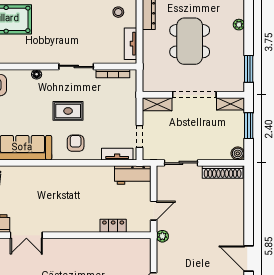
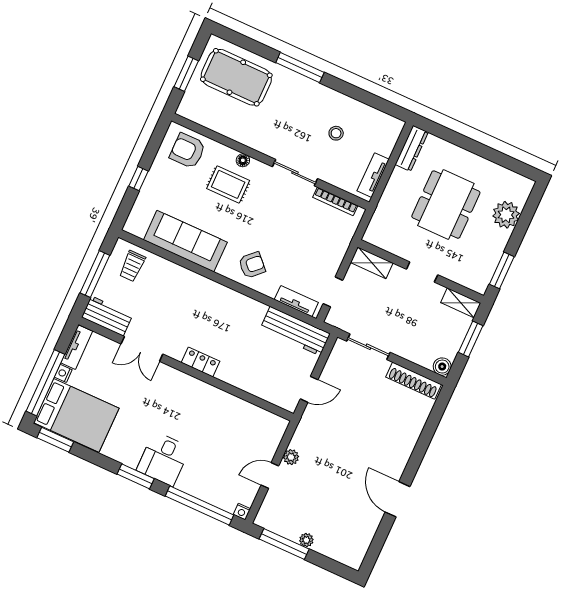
stool: (118, 12) -> (336, 133), moved
plant: (239, 25) -> (506, 215), width x1.87, depth x1.87
doorway: (194, 95) -> (422, 272), width x0.53
rug: (68, 111) -> (228, 184), moved
armchair: (76, 143) -> (252, 265), turned 46
workbench: (133, 175) -> (295, 331), width x1.38
locker: (113, 226) -> (201, 362), moved
plant: (162, 236) -> (291, 457), moved

